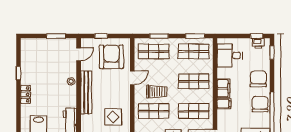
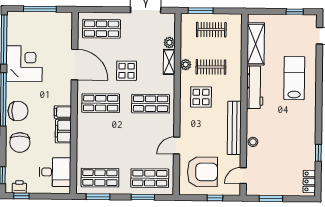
armchair: (111, 57) -> (202, 172), turned -90
shop shelf: (194, 81) -> (100, 140), removed
trolley: (157, 92) -> (146, 128), removed
locker: (25, 94) -> (309, 182), moved
chair: (260, 104) -> (18, 111), turned -90

